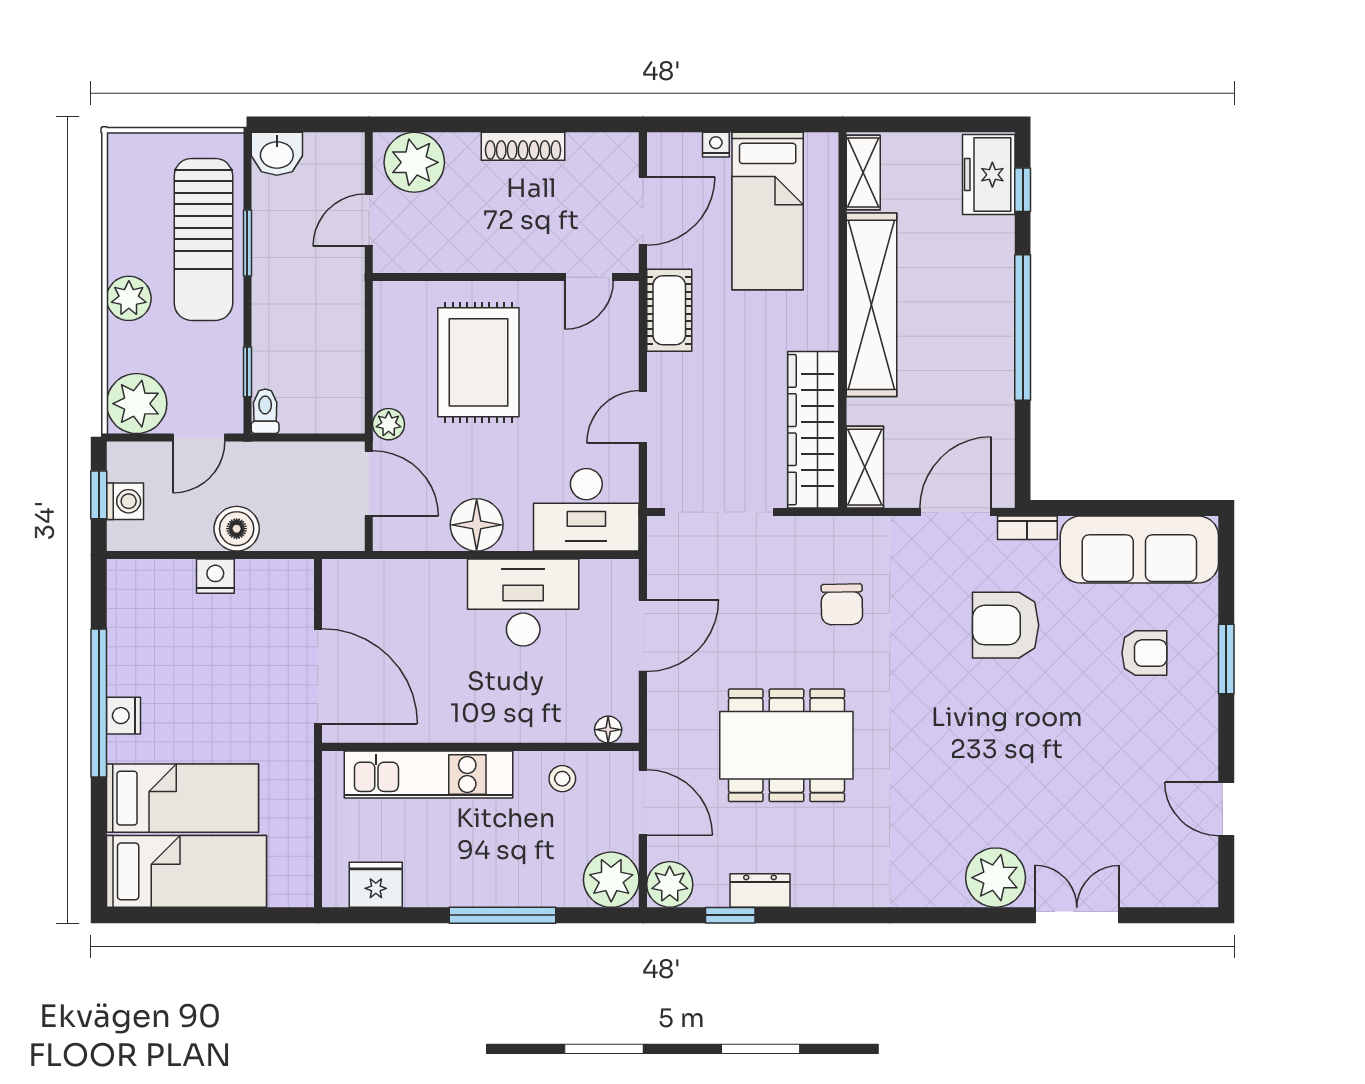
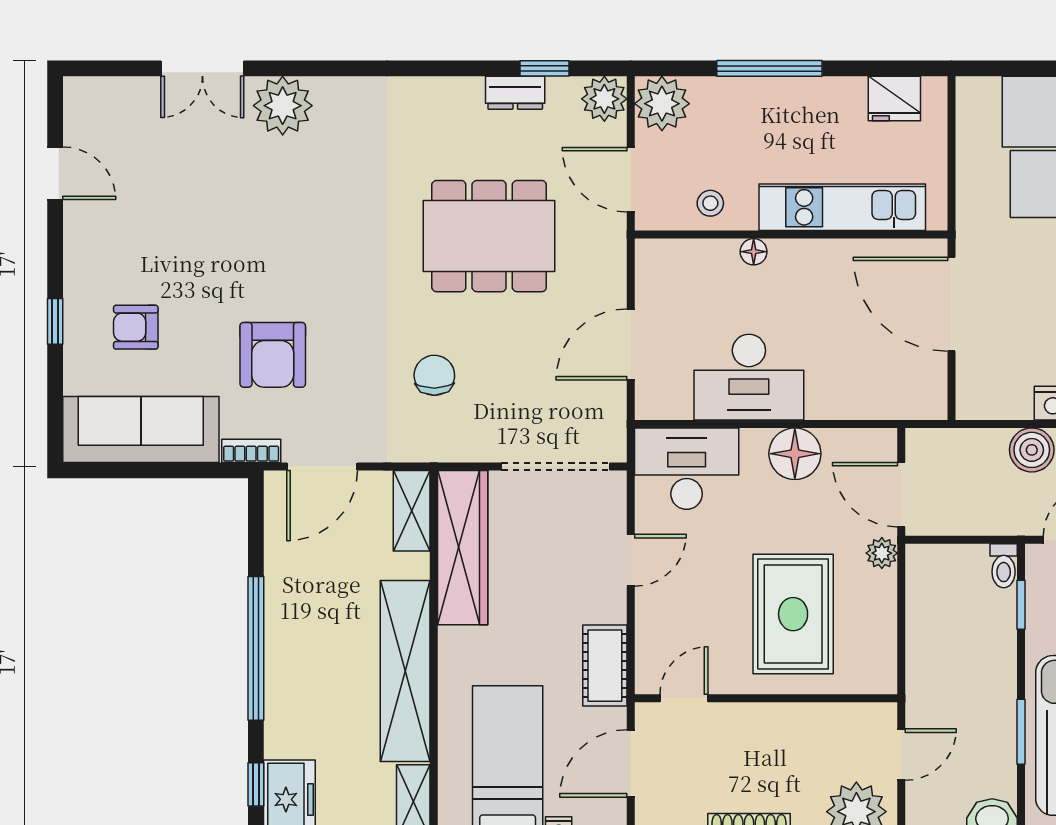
armchair: (1006, 625) -> (273, 355), turned 90
window: (1226, 659) -> (55, 321), width x0.67
floor lamp: (608, 730) -> (754, 252), moved

